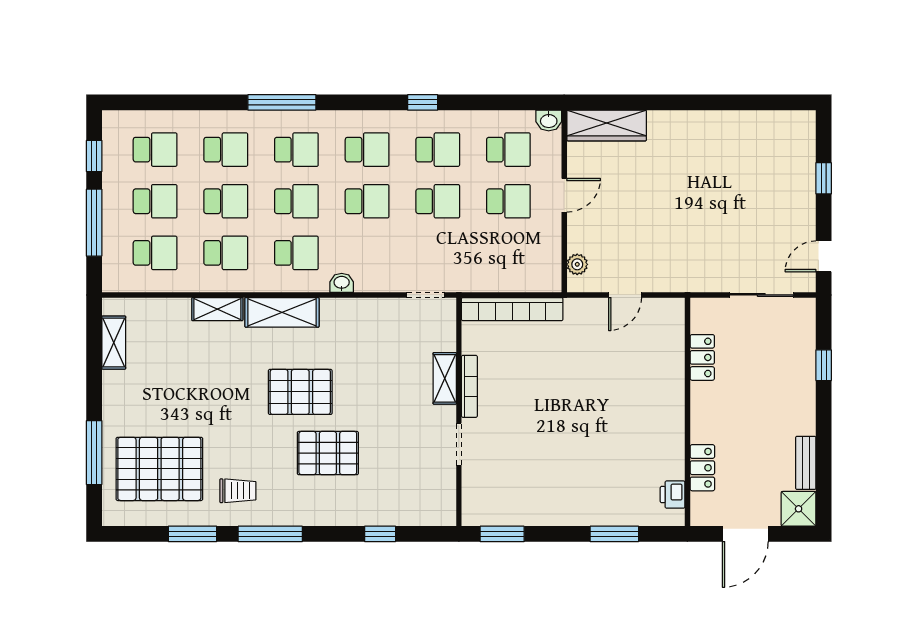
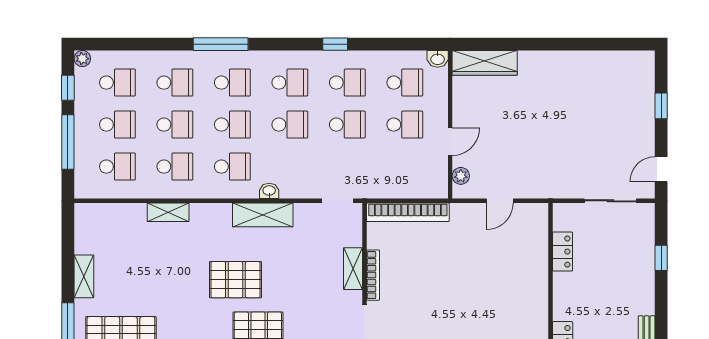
plant: (112, 120) -> (82, 59), added
door: (564, 195) -> (450, 142), moved
shelving: (282, 312) -> (263, 215), moved
shelving: (114, 343) -> (84, 276), moved

